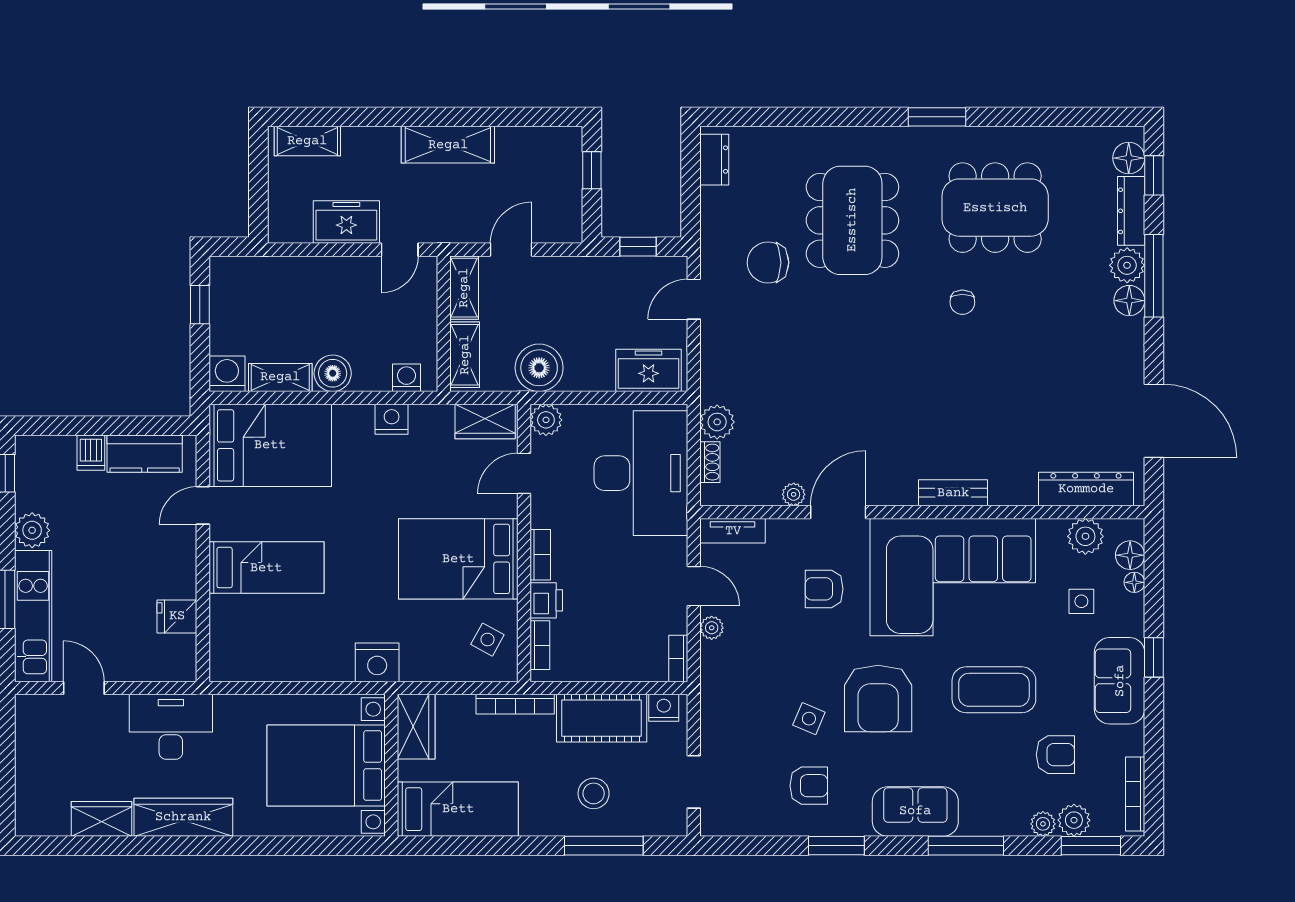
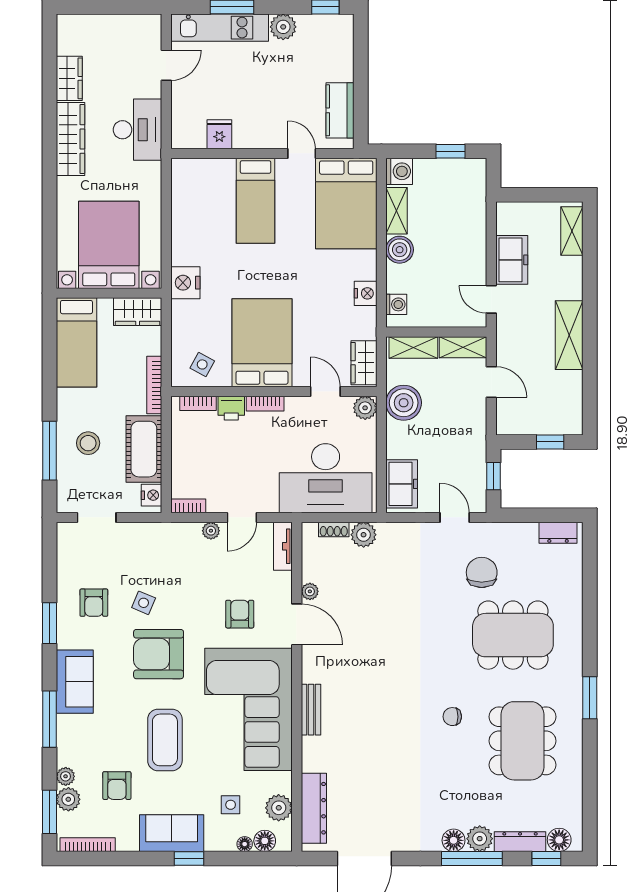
dishwasher: (91, 453) -> (341, 70), removed

